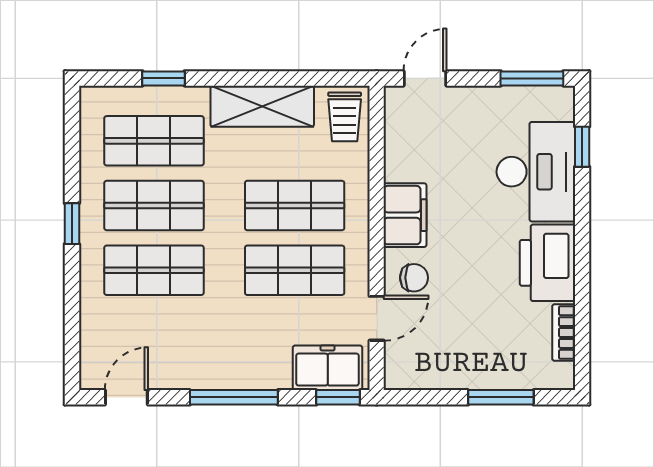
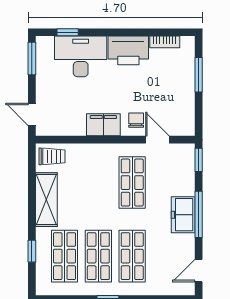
shop shelf: (295, 206) -> (98, 183), removed
freezer: (328, 368) -> (183, 215), moved
door: (126, 397) -> (199, 271), hinge flipped

